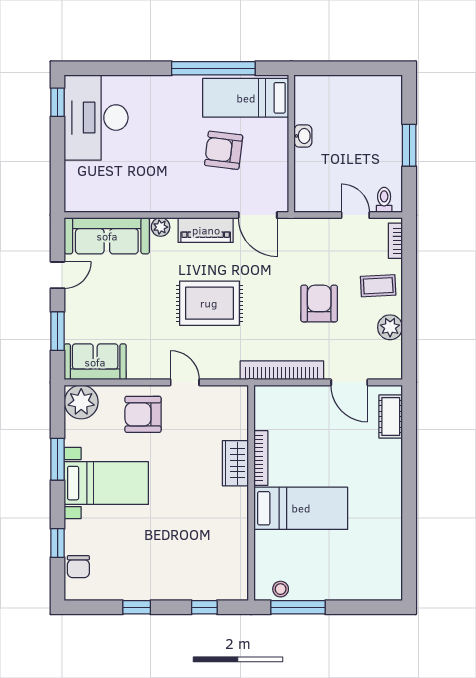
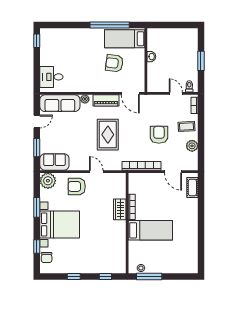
desk: (96, 118) -> (51, 77), moved, width x0.53, depth x0.77
rug: (209, 303) -> (108, 135), turned 90
bed with nightstands: (106, 483) -> (60, 225), width x1.36

